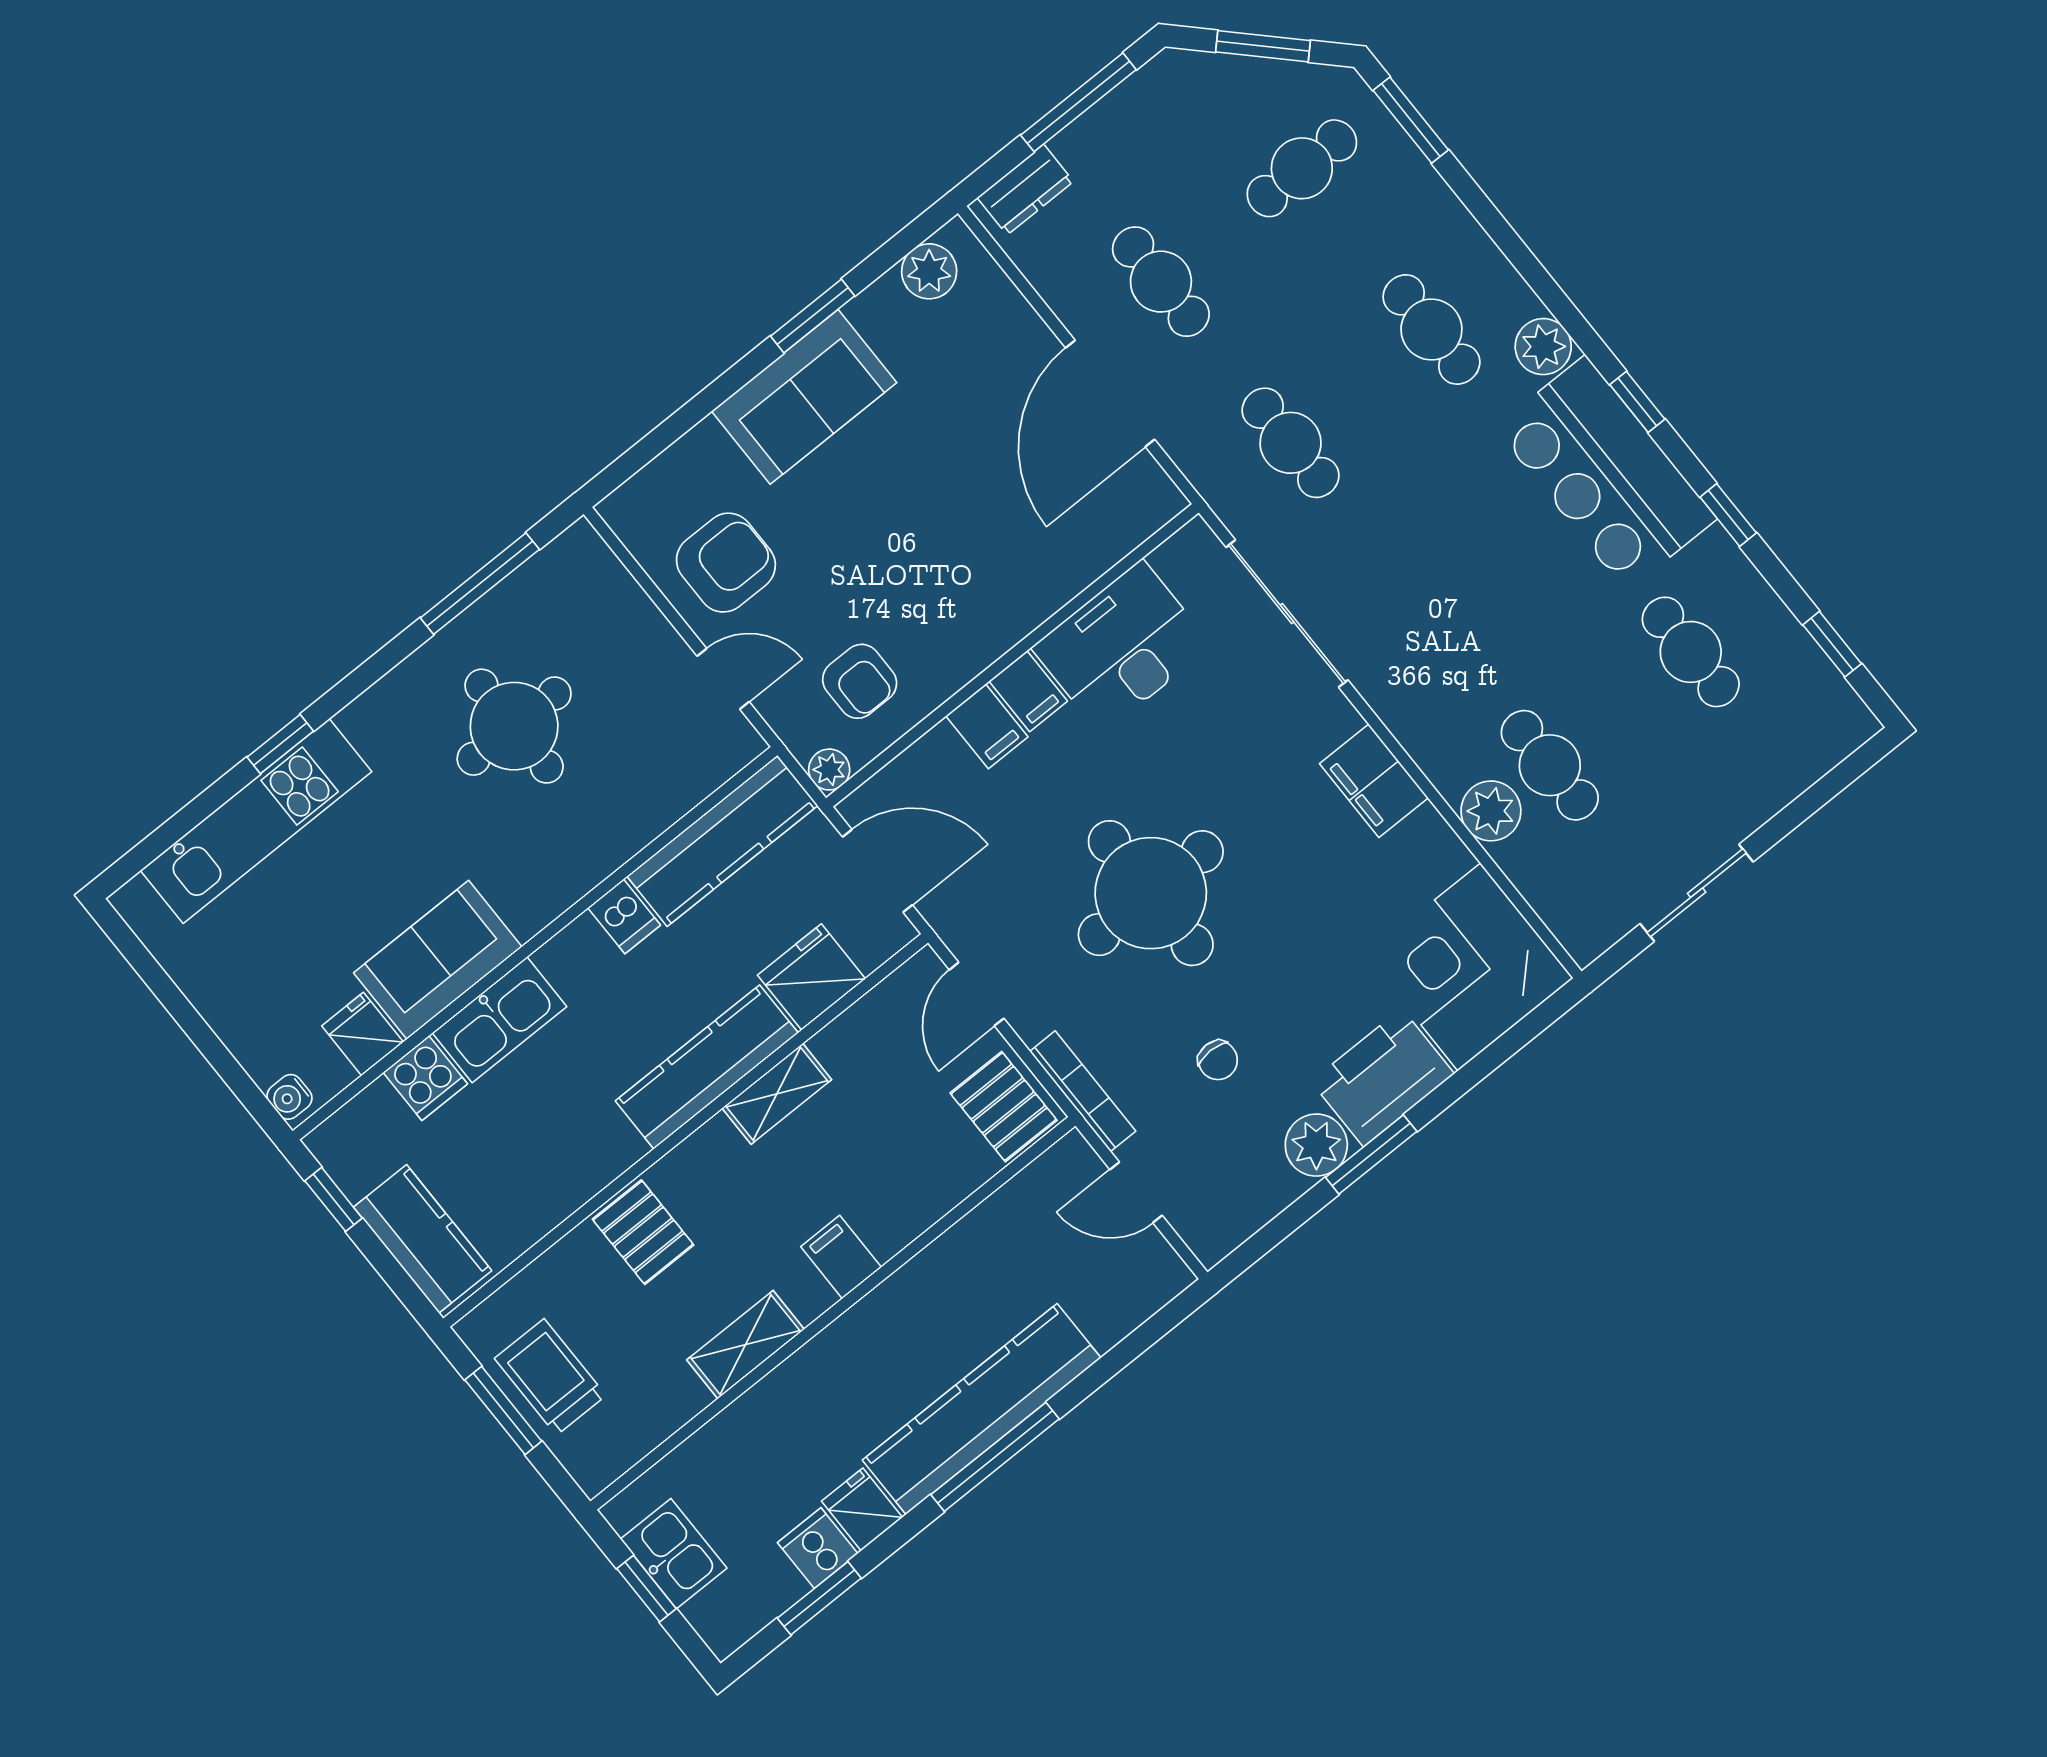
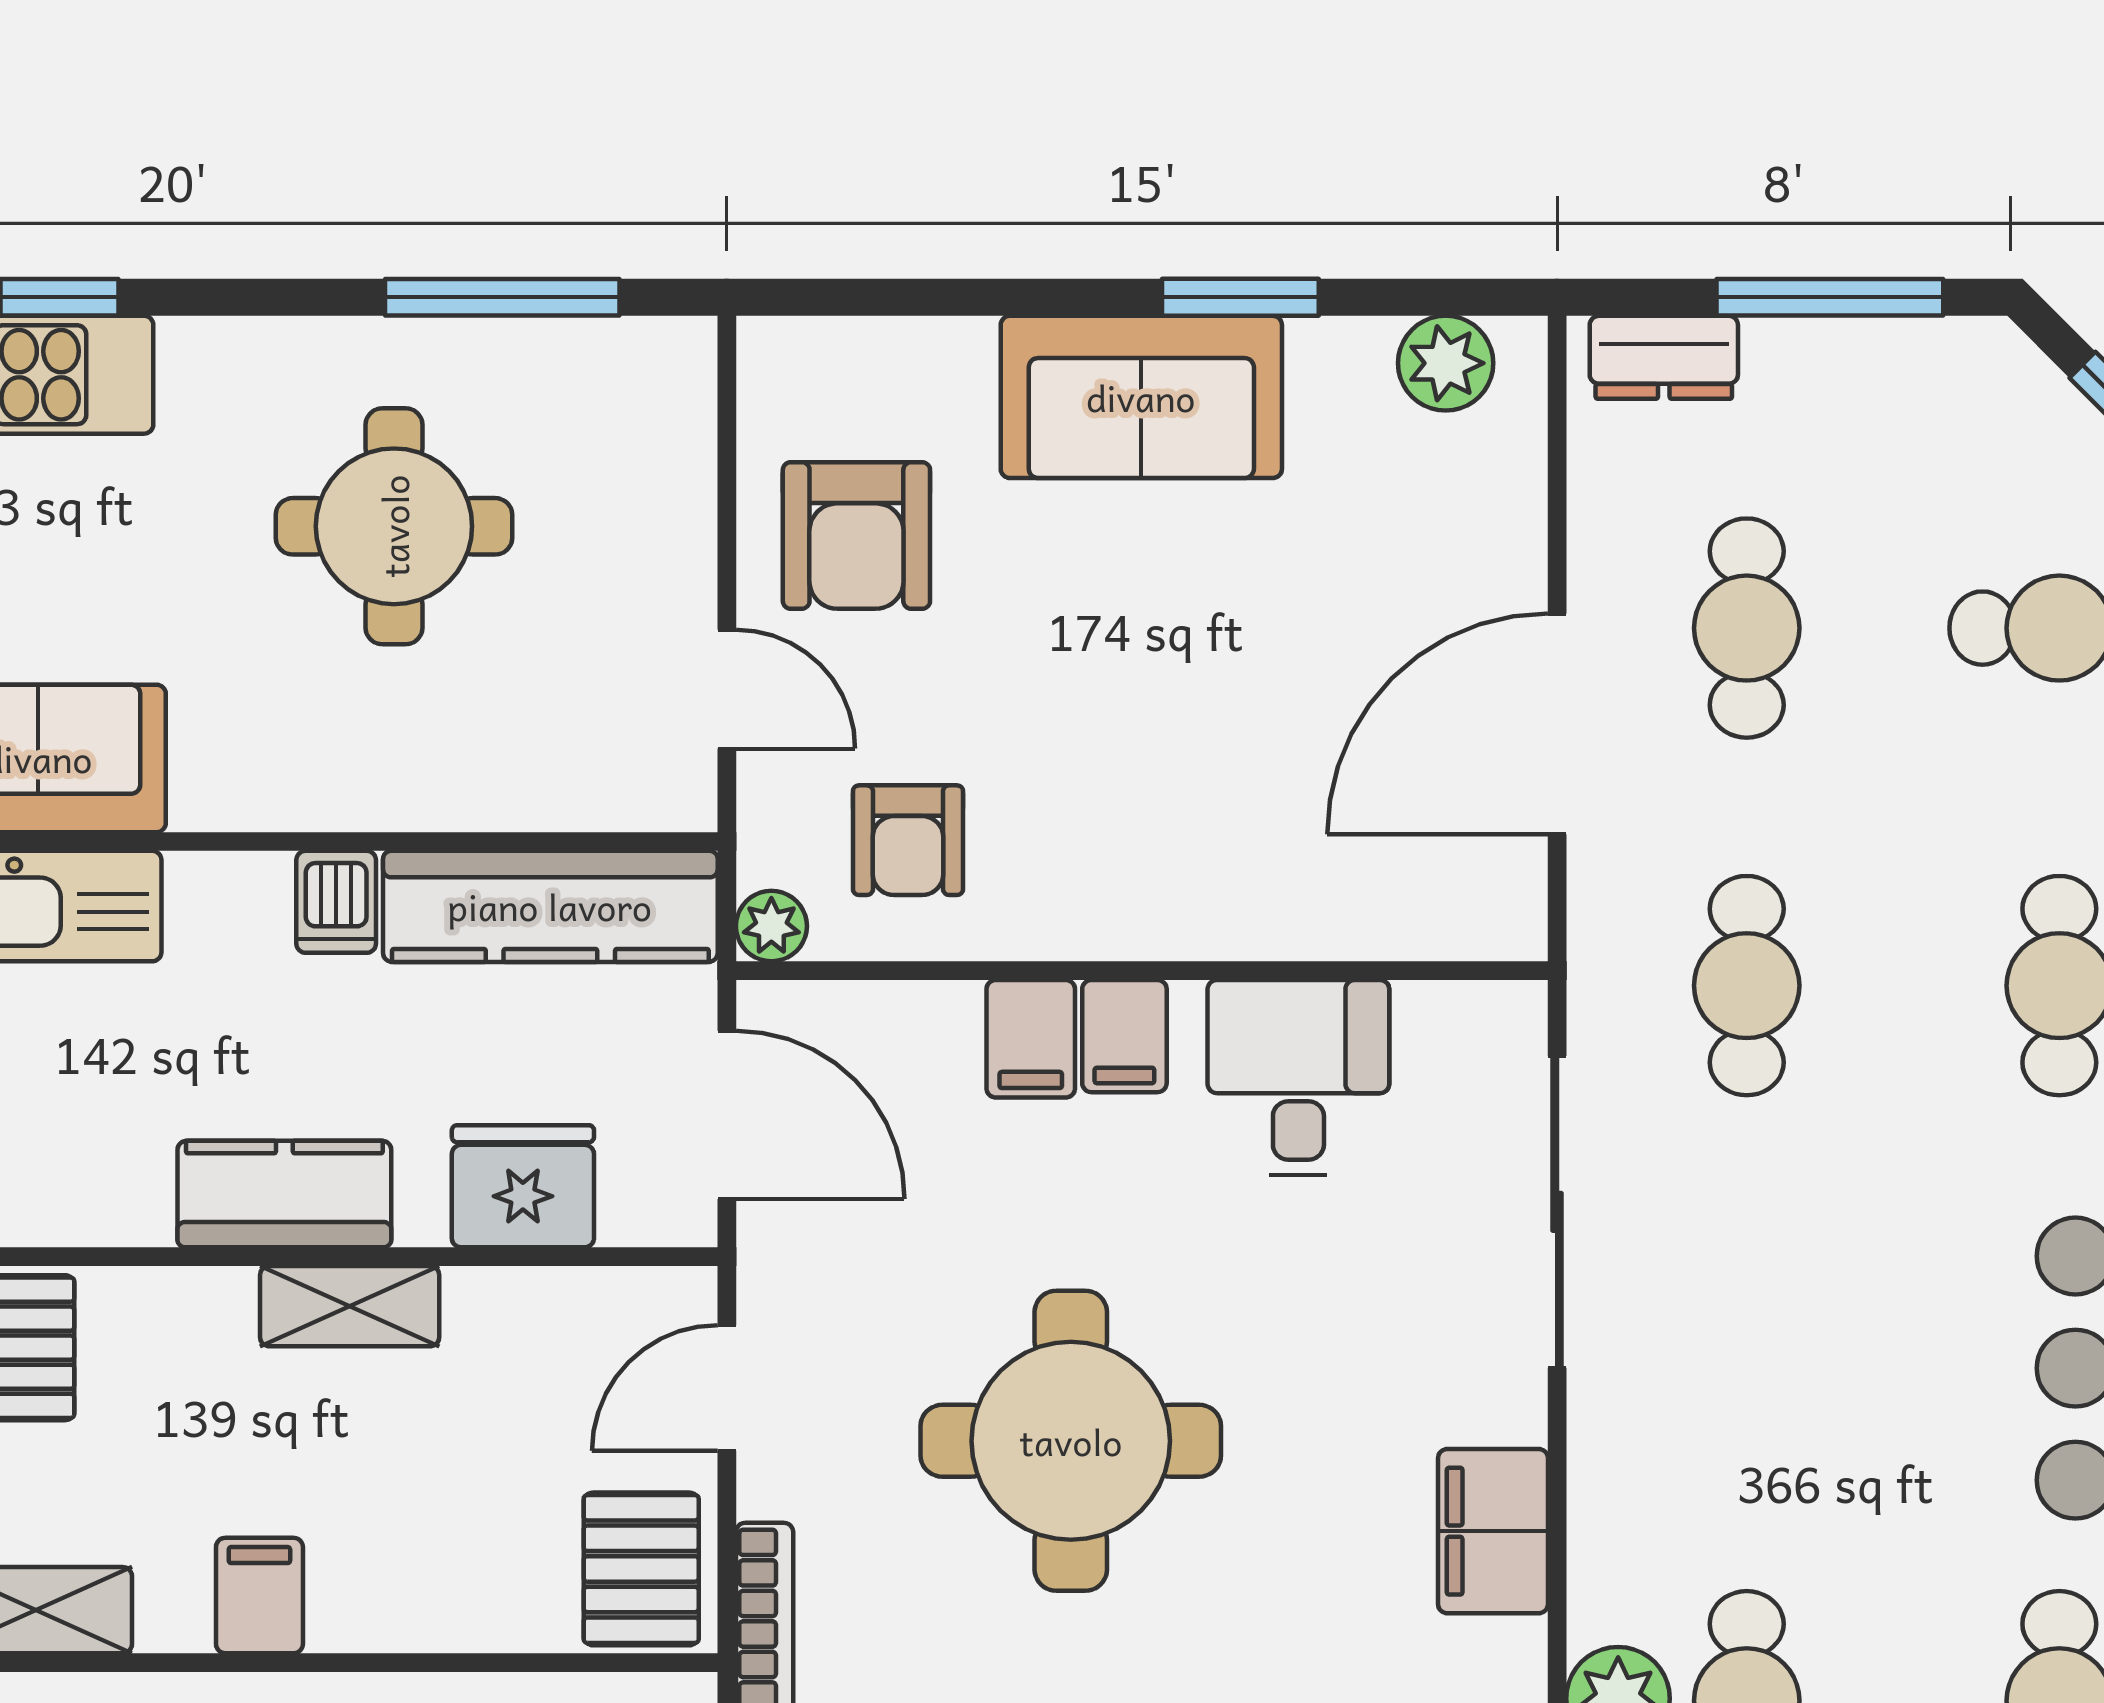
armchair: (726, 563) -> (856, 535), turned 90
desk: (1122, 647) -> (1298, 1078), width x0.73
kitchen counter: (707, 1067) -> (284, 1194), width x0.67

